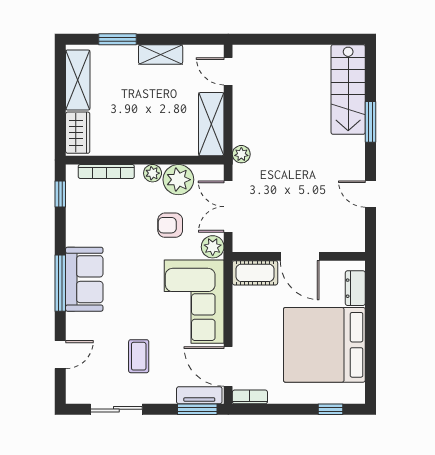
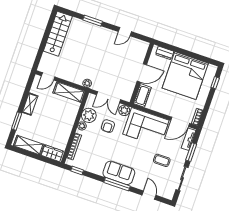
stairs: (348, 90) -> (58, 34), moved, turned -90
window: (197, 409) -> (191, 152), moved

